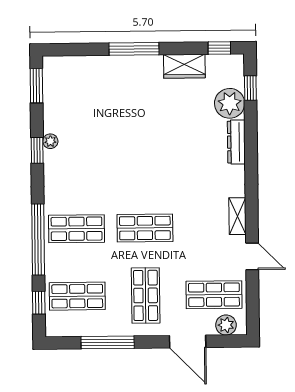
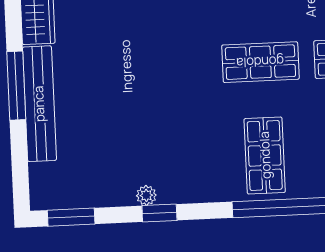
bench: (120, 65) -> (39, 104), added
shop shelf: (145, 228) -> (260, 62), turned 90

